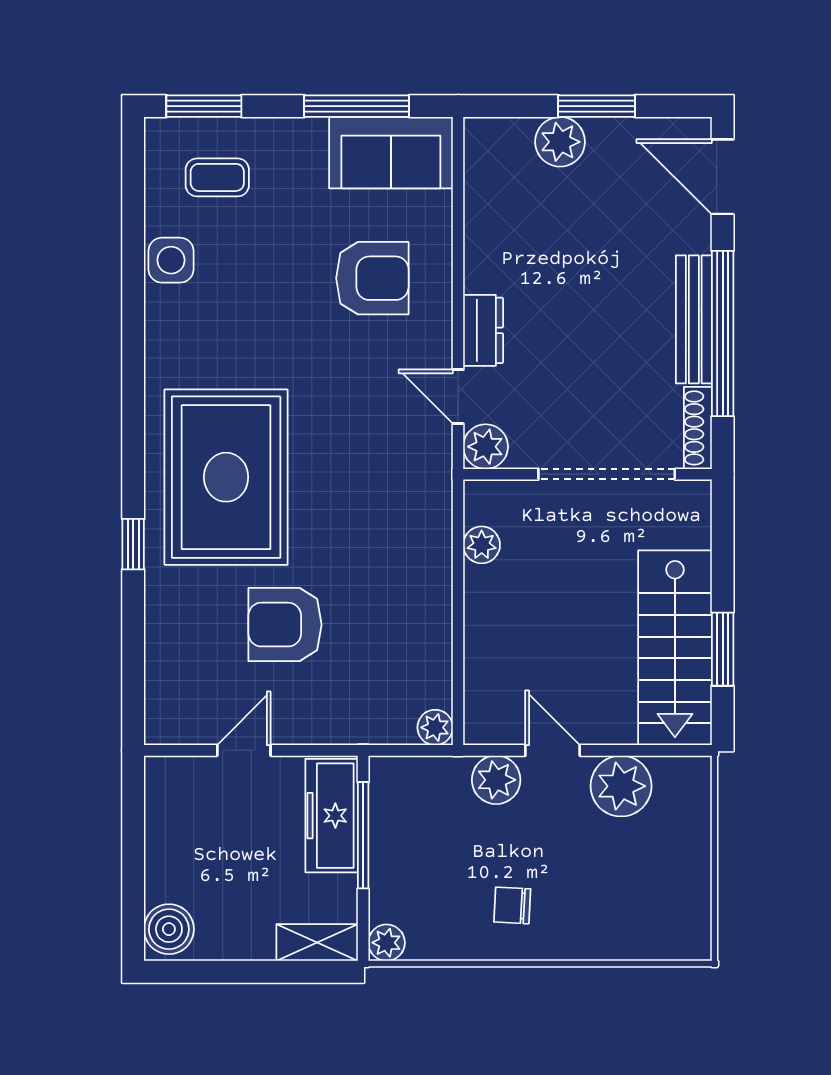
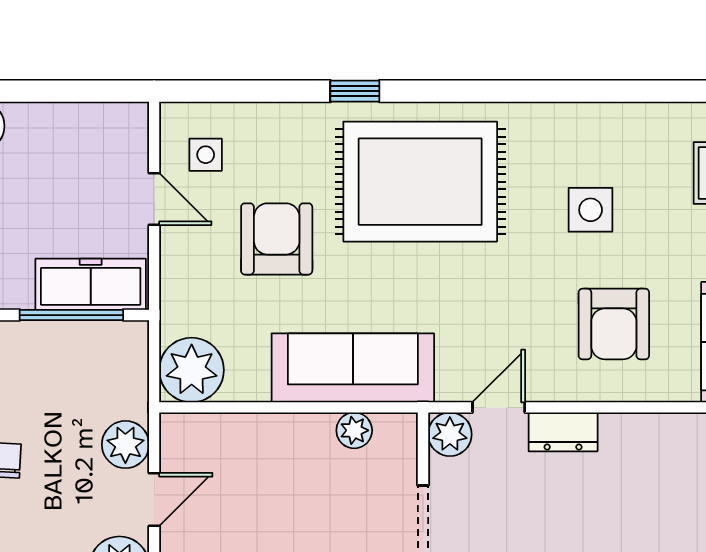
side table: (171, 260) -> (591, 210), moved
sofa: (417, 546) -> (353, 368), added
side table: (198, 697) -> (206, 155), added
plant: (435, 727) -> (192, 370), width x1.88, depth x1.88

